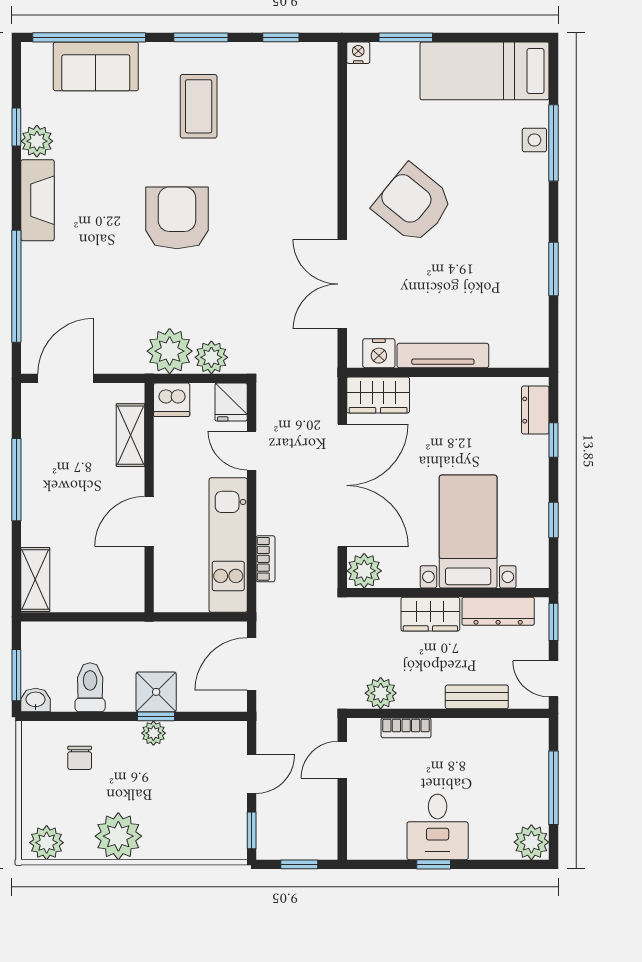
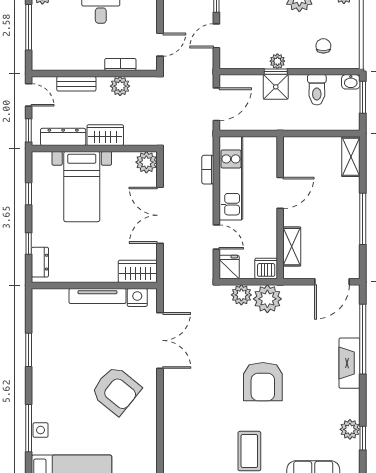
fireplace: (38, 200) -> (349, 363), moved
double door: (342, 485) -> (160, 215), width x0.73
plant: (381, 693) -> (120, 86), moved

